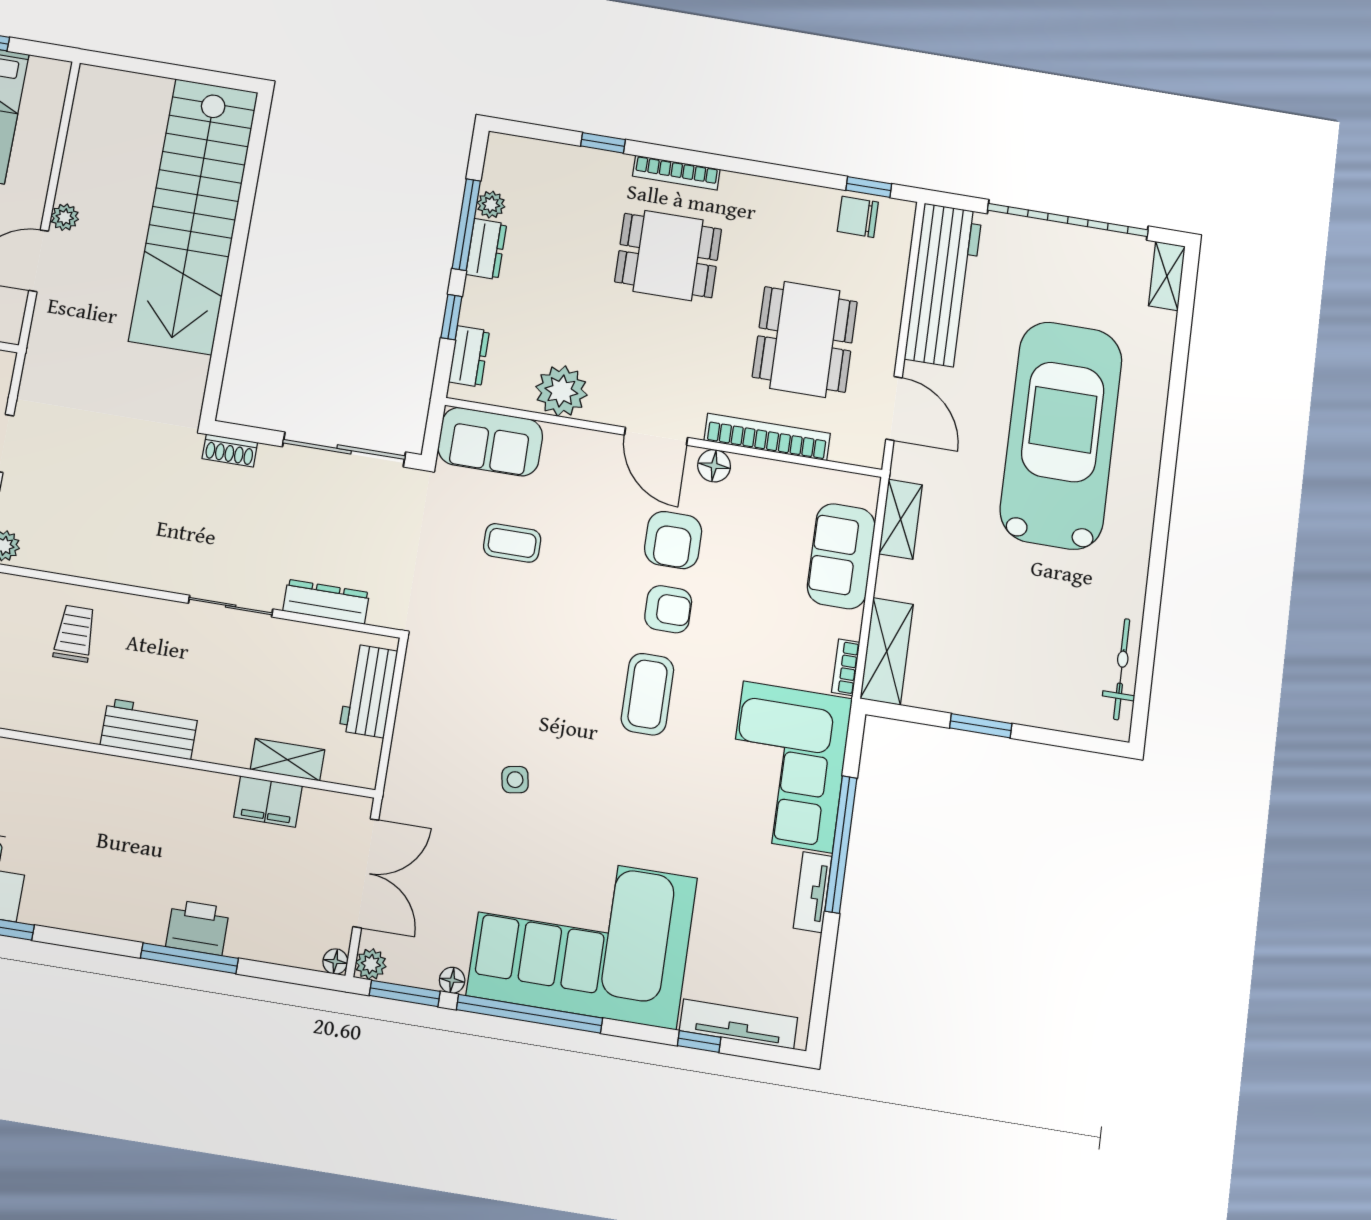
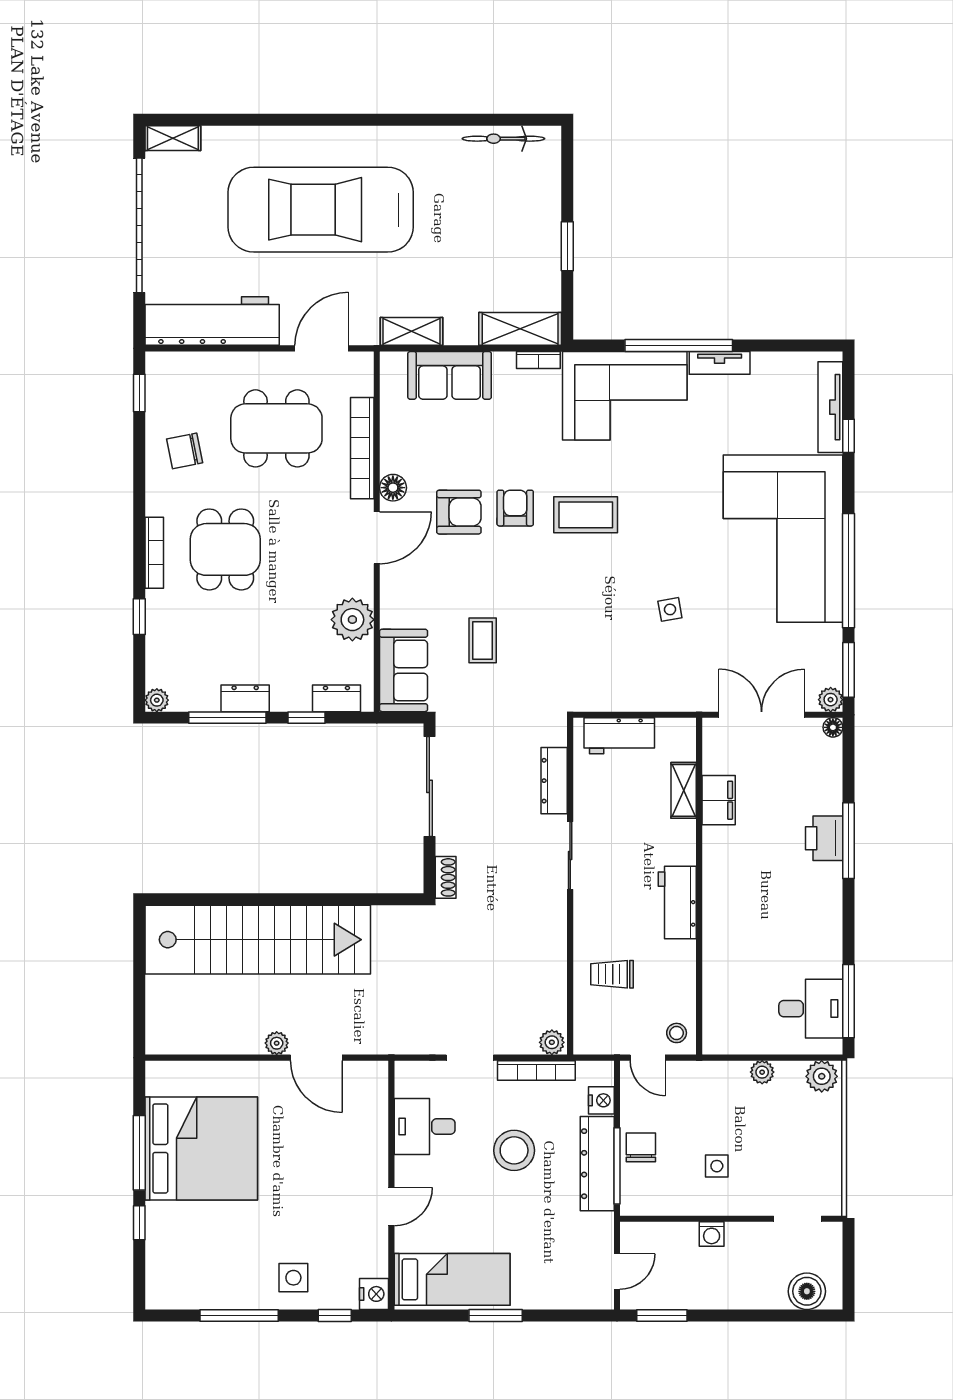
plant: (491, 205) -> (157, 700), moved
chair: (858, 217) -> (185, 451), moved, turned 79
floor lamp: (452, 980) -> (833, 635), removed

